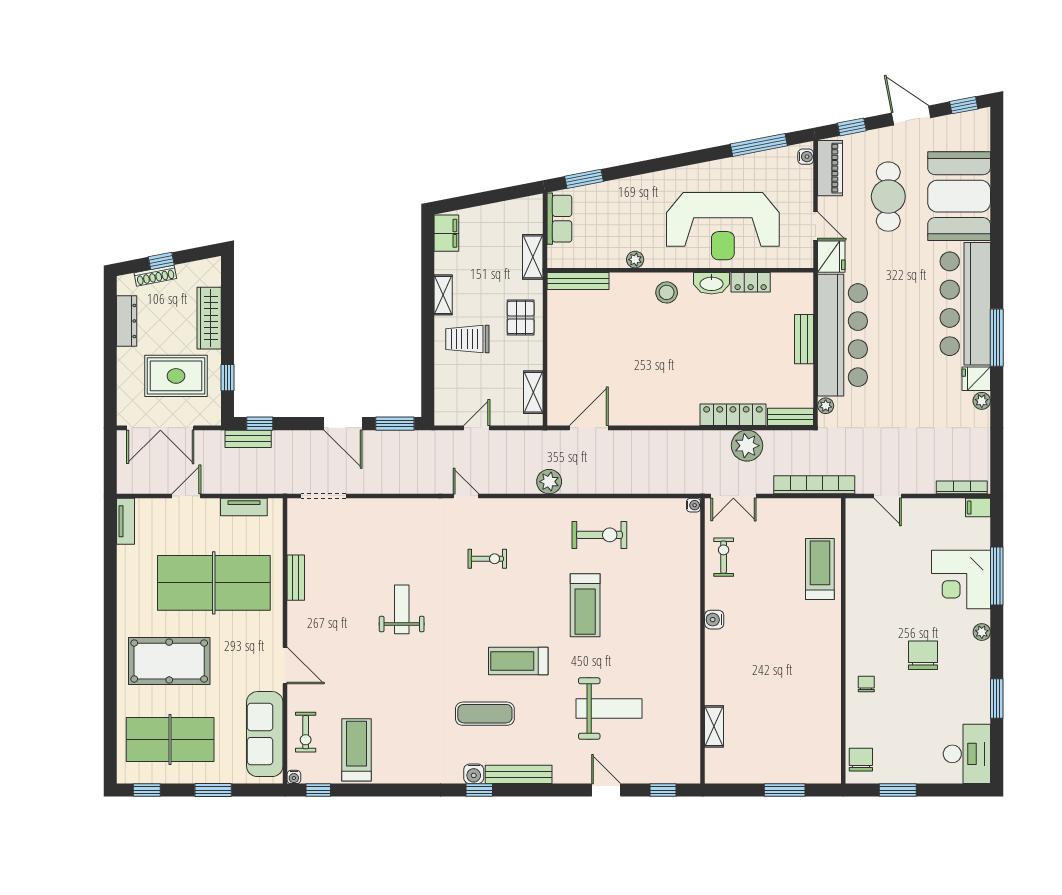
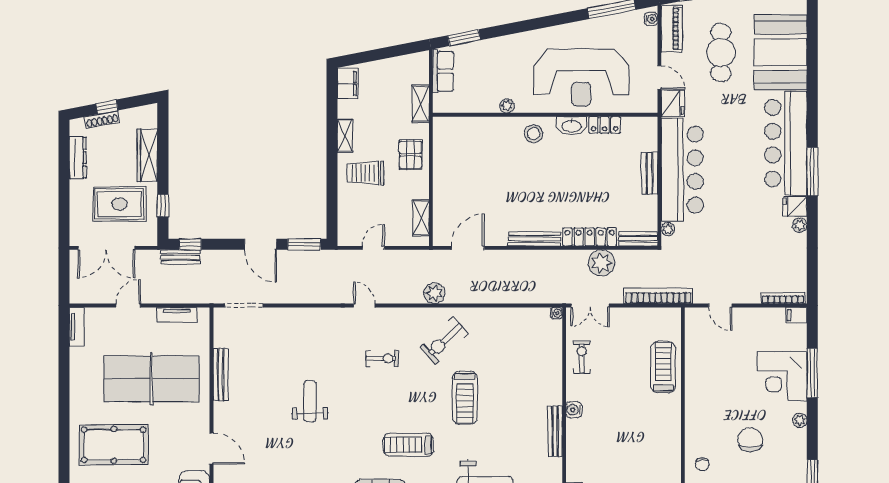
bench: (578, 281) -> (534, 239), moved
exercise bike: (599, 535) -> (444, 341), moved, turned 137
bench: (296, 578) -> (221, 374), width x1.36
bench: (692, 645) -> (555, 431), added
chair: (866, 684) -> (702, 464), turned 180

